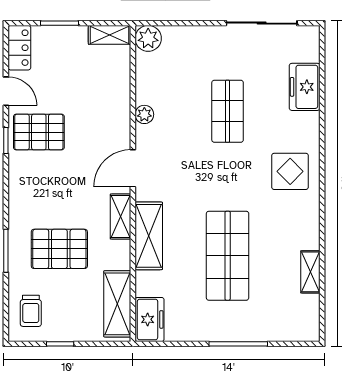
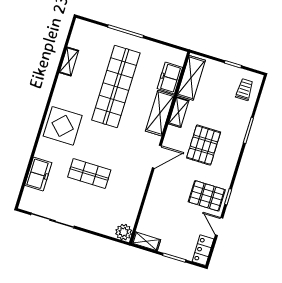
shop shelf: (228, 111) -> (89, 174), turned 90
plant: (144, 114) -> (140, 187), removed
display table: (290, 171) -> (63, 126), width x1.36, depth x1.36
shelving: (120, 217) -> (179, 112), moved
pallet: (59, 249) -> (204, 145), moved, turned 90
shop shelf: (228, 256) -> (116, 87), width x1.40
freezer: (150, 319) -> (170, 78), moved

